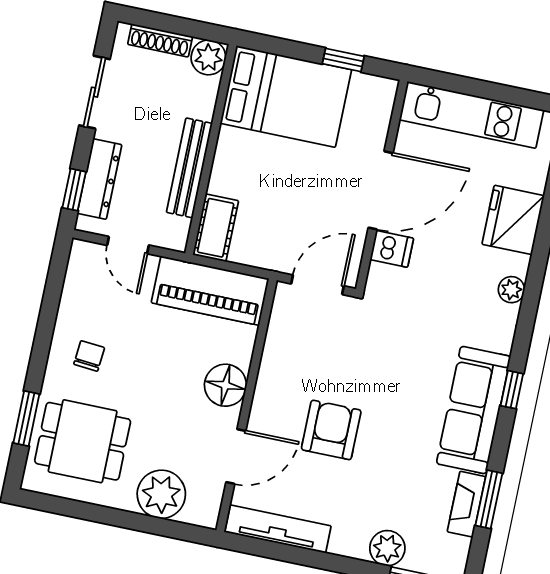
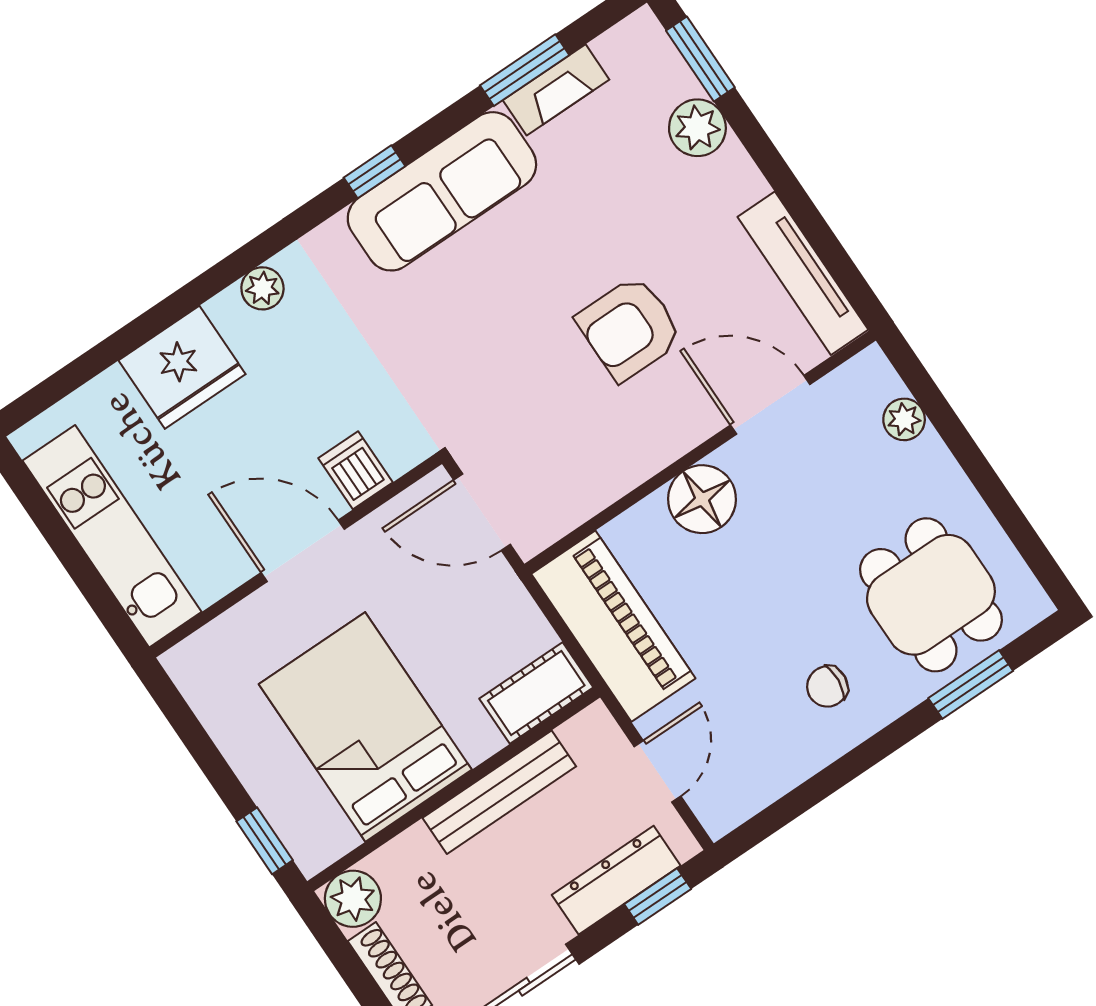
window: (343, 60) -> (265, 841), moved
bed: (286, 97) -> (365, 727), moved
door: (381, 190) -> (303, 551), width x0.73
plant: (161, 494) -> (904, 419), width x0.53, depth x0.53

